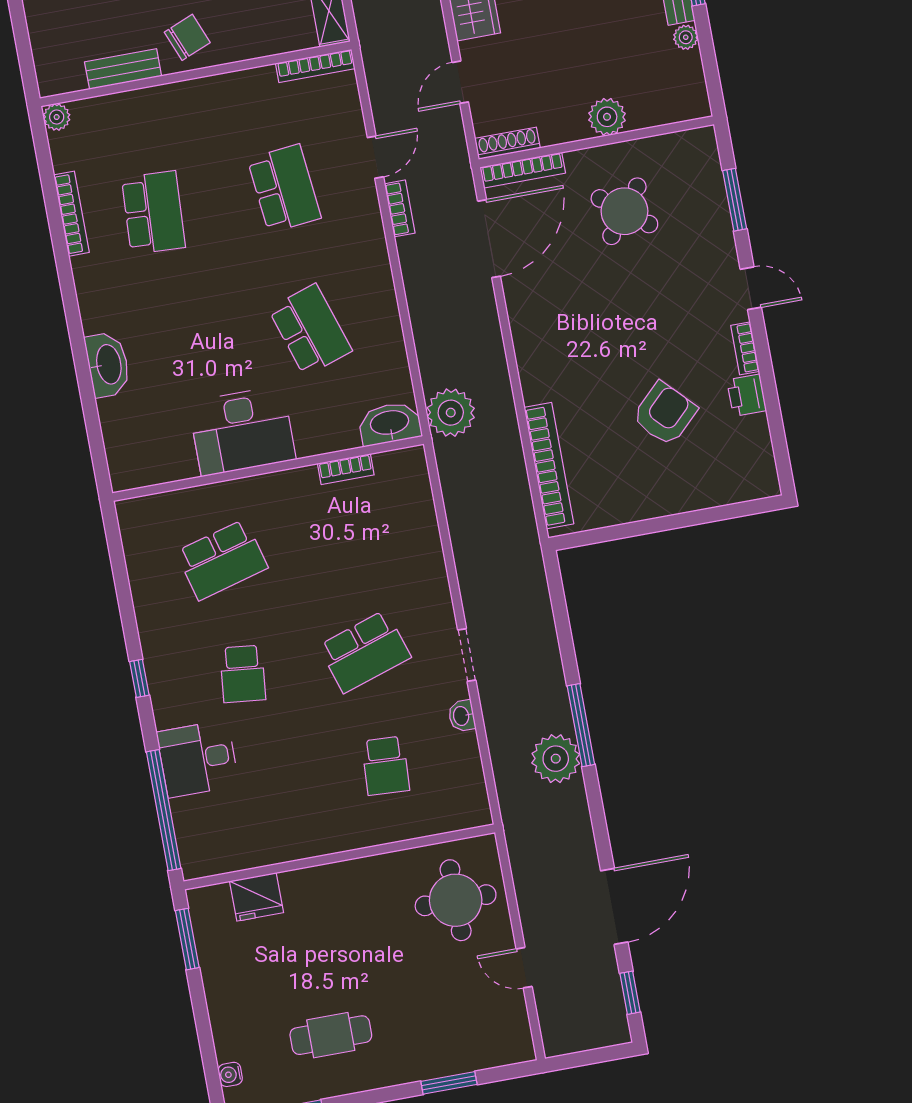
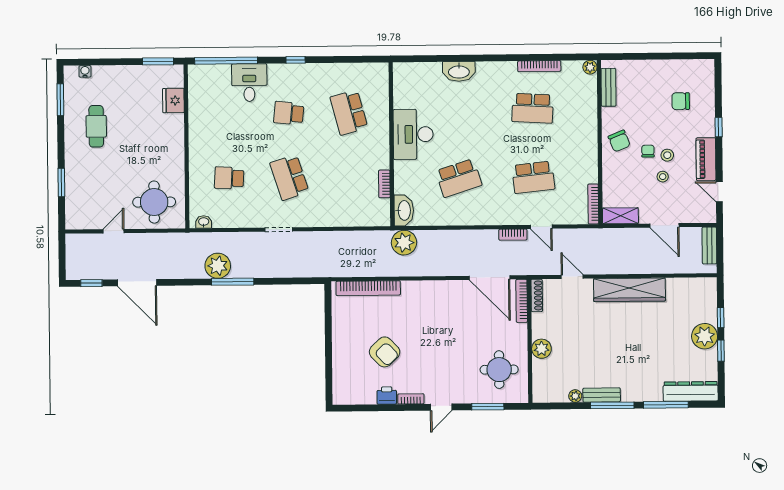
bench: (123, 69) -> (609, 87), moved
round table: (624, 211) -> (499, 370), moved, turned -38
washbasin: (462, 716) -> (204, 222), moved

